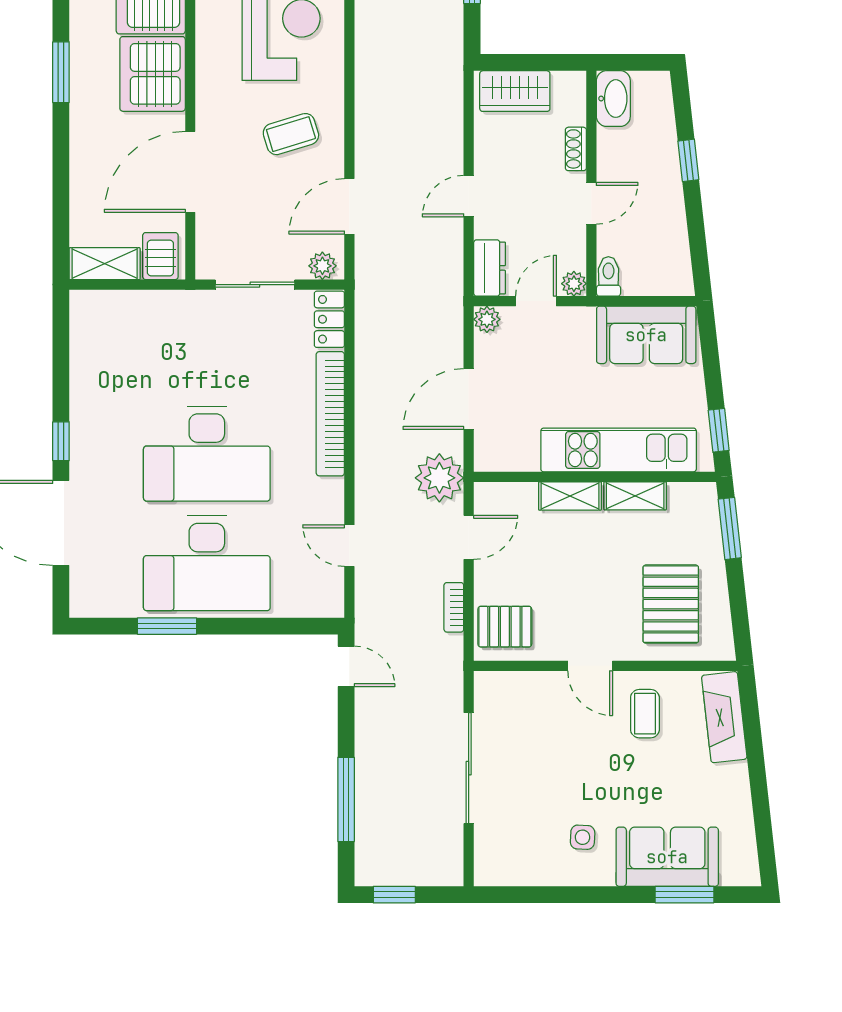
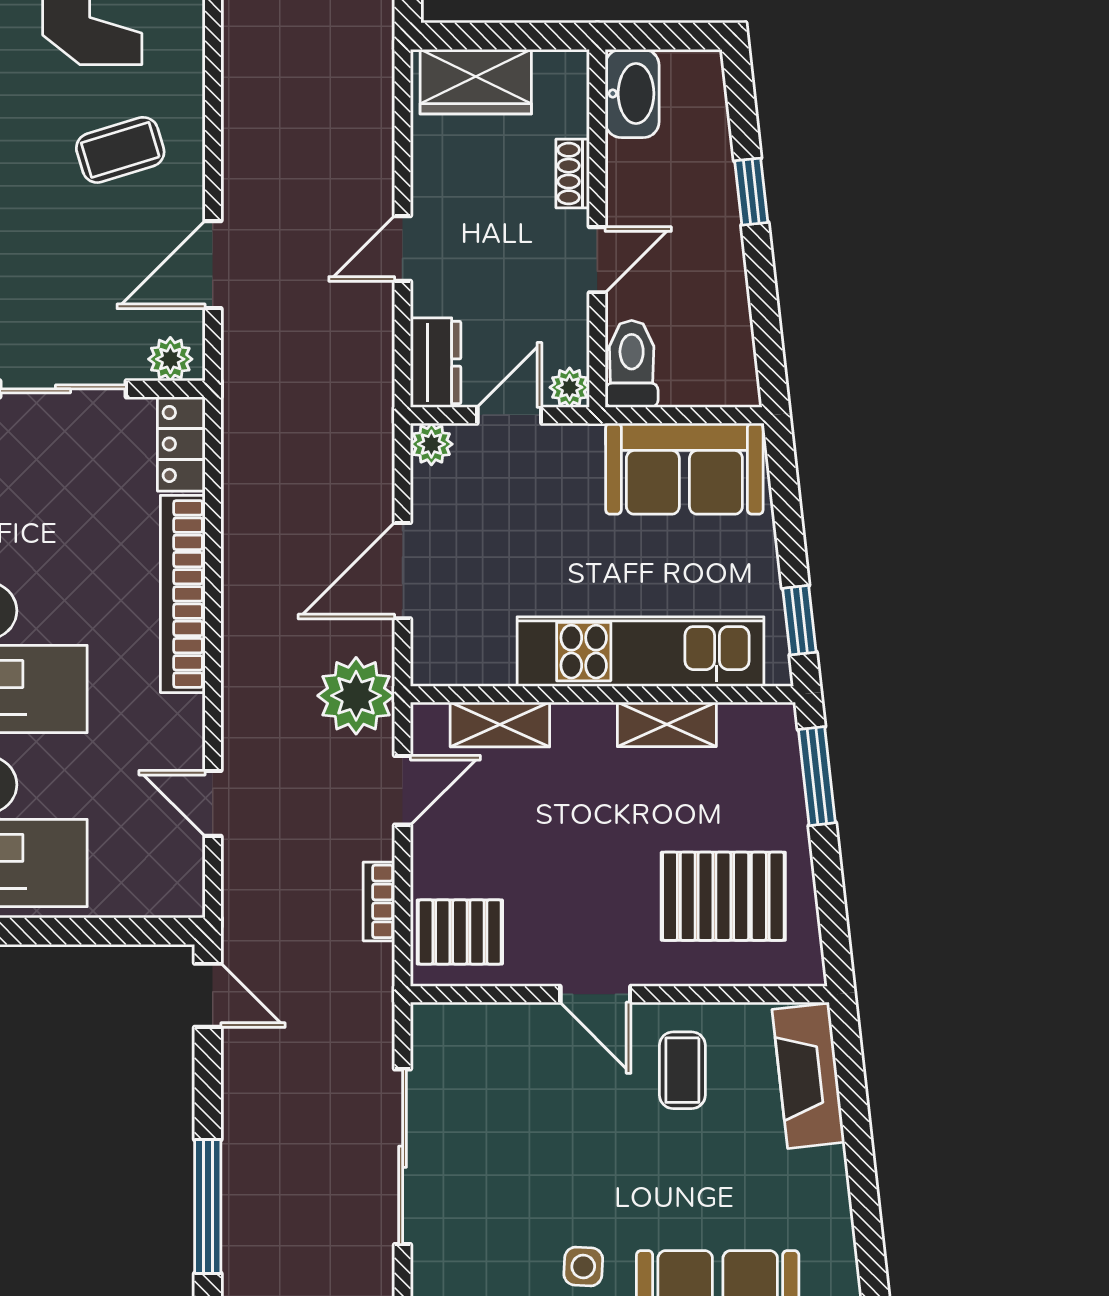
toilet: (608, 276) -> (632, 364), width x1.37, depth x1.39
shelving: (570, 496) -> (500, 725), moved
pallet: (671, 604) -> (723, 896), turned 90

